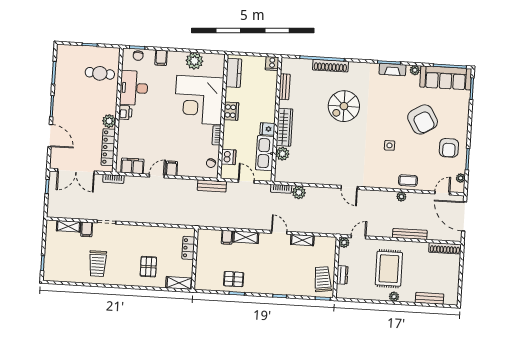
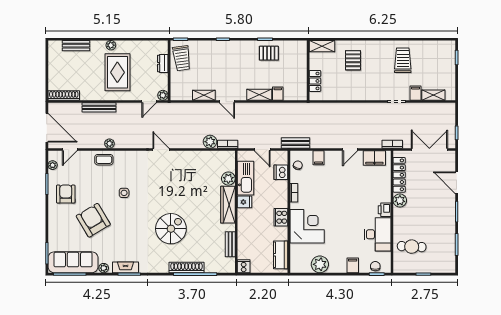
corner desk: (199, 100) -> (307, 226), width x0.74, depth x0.74
filing cabinet: (172, 168) -> (319, 158), moved

